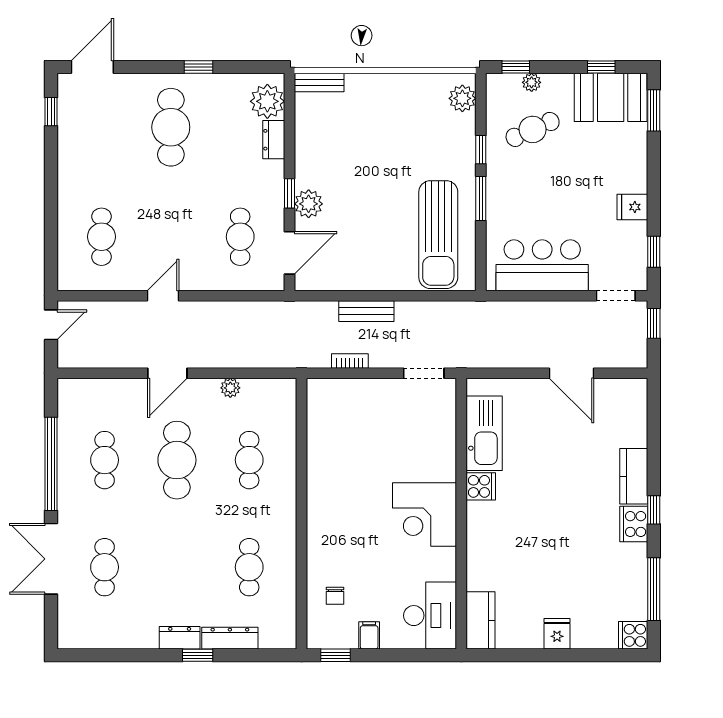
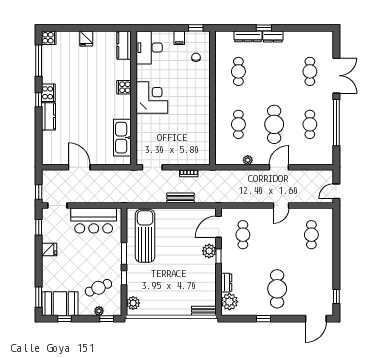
cooker: (481, 486) -> (124, 87), moved

